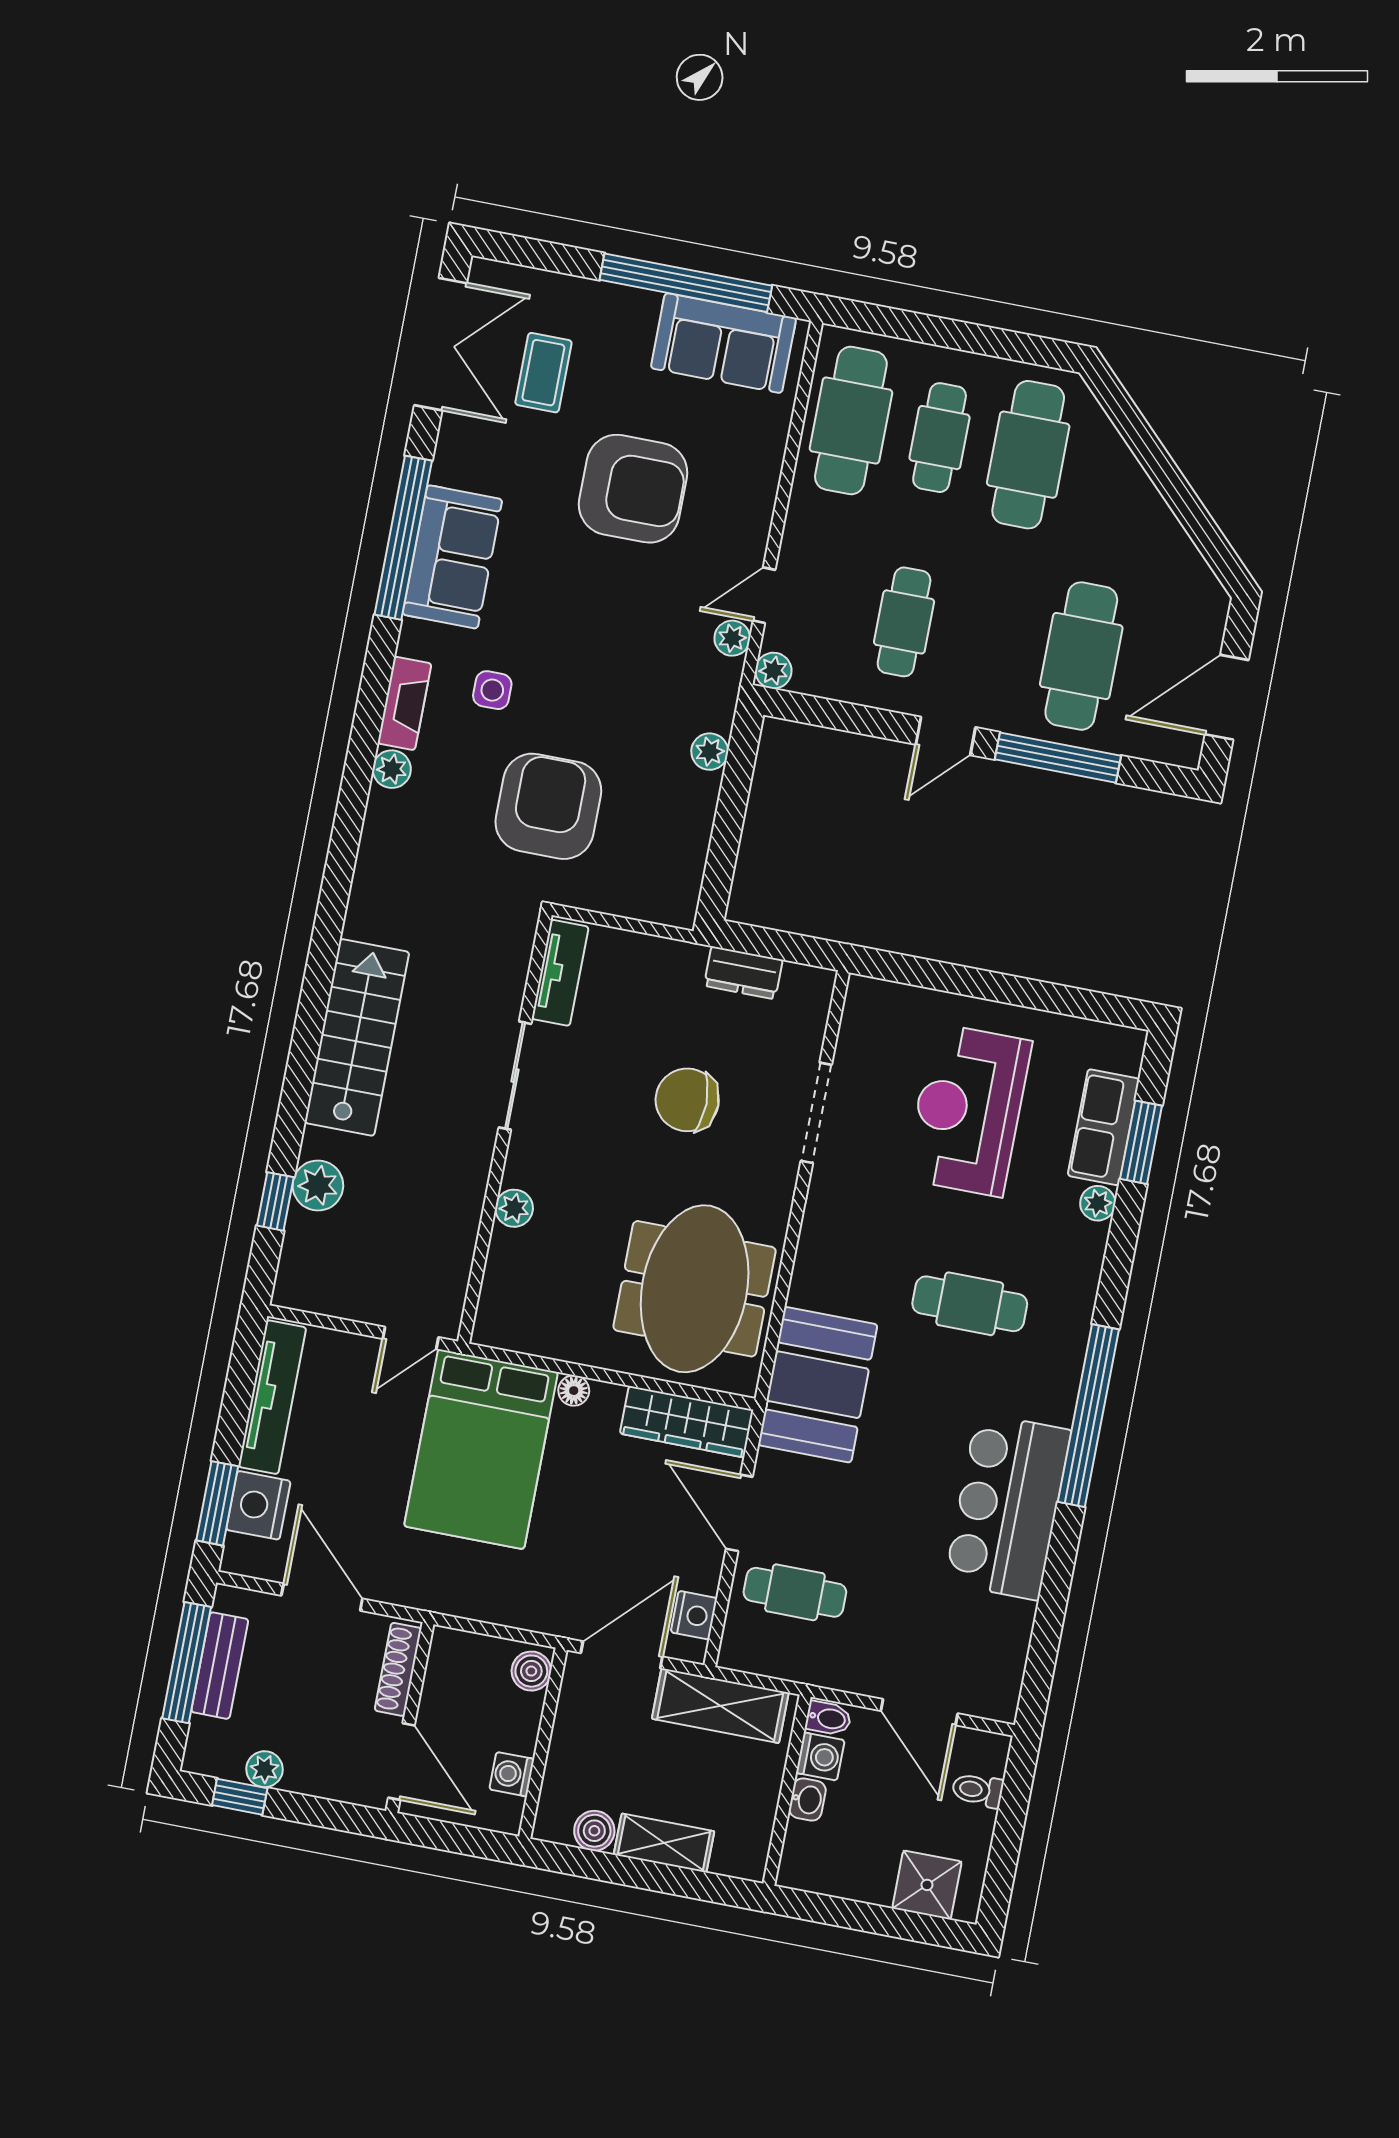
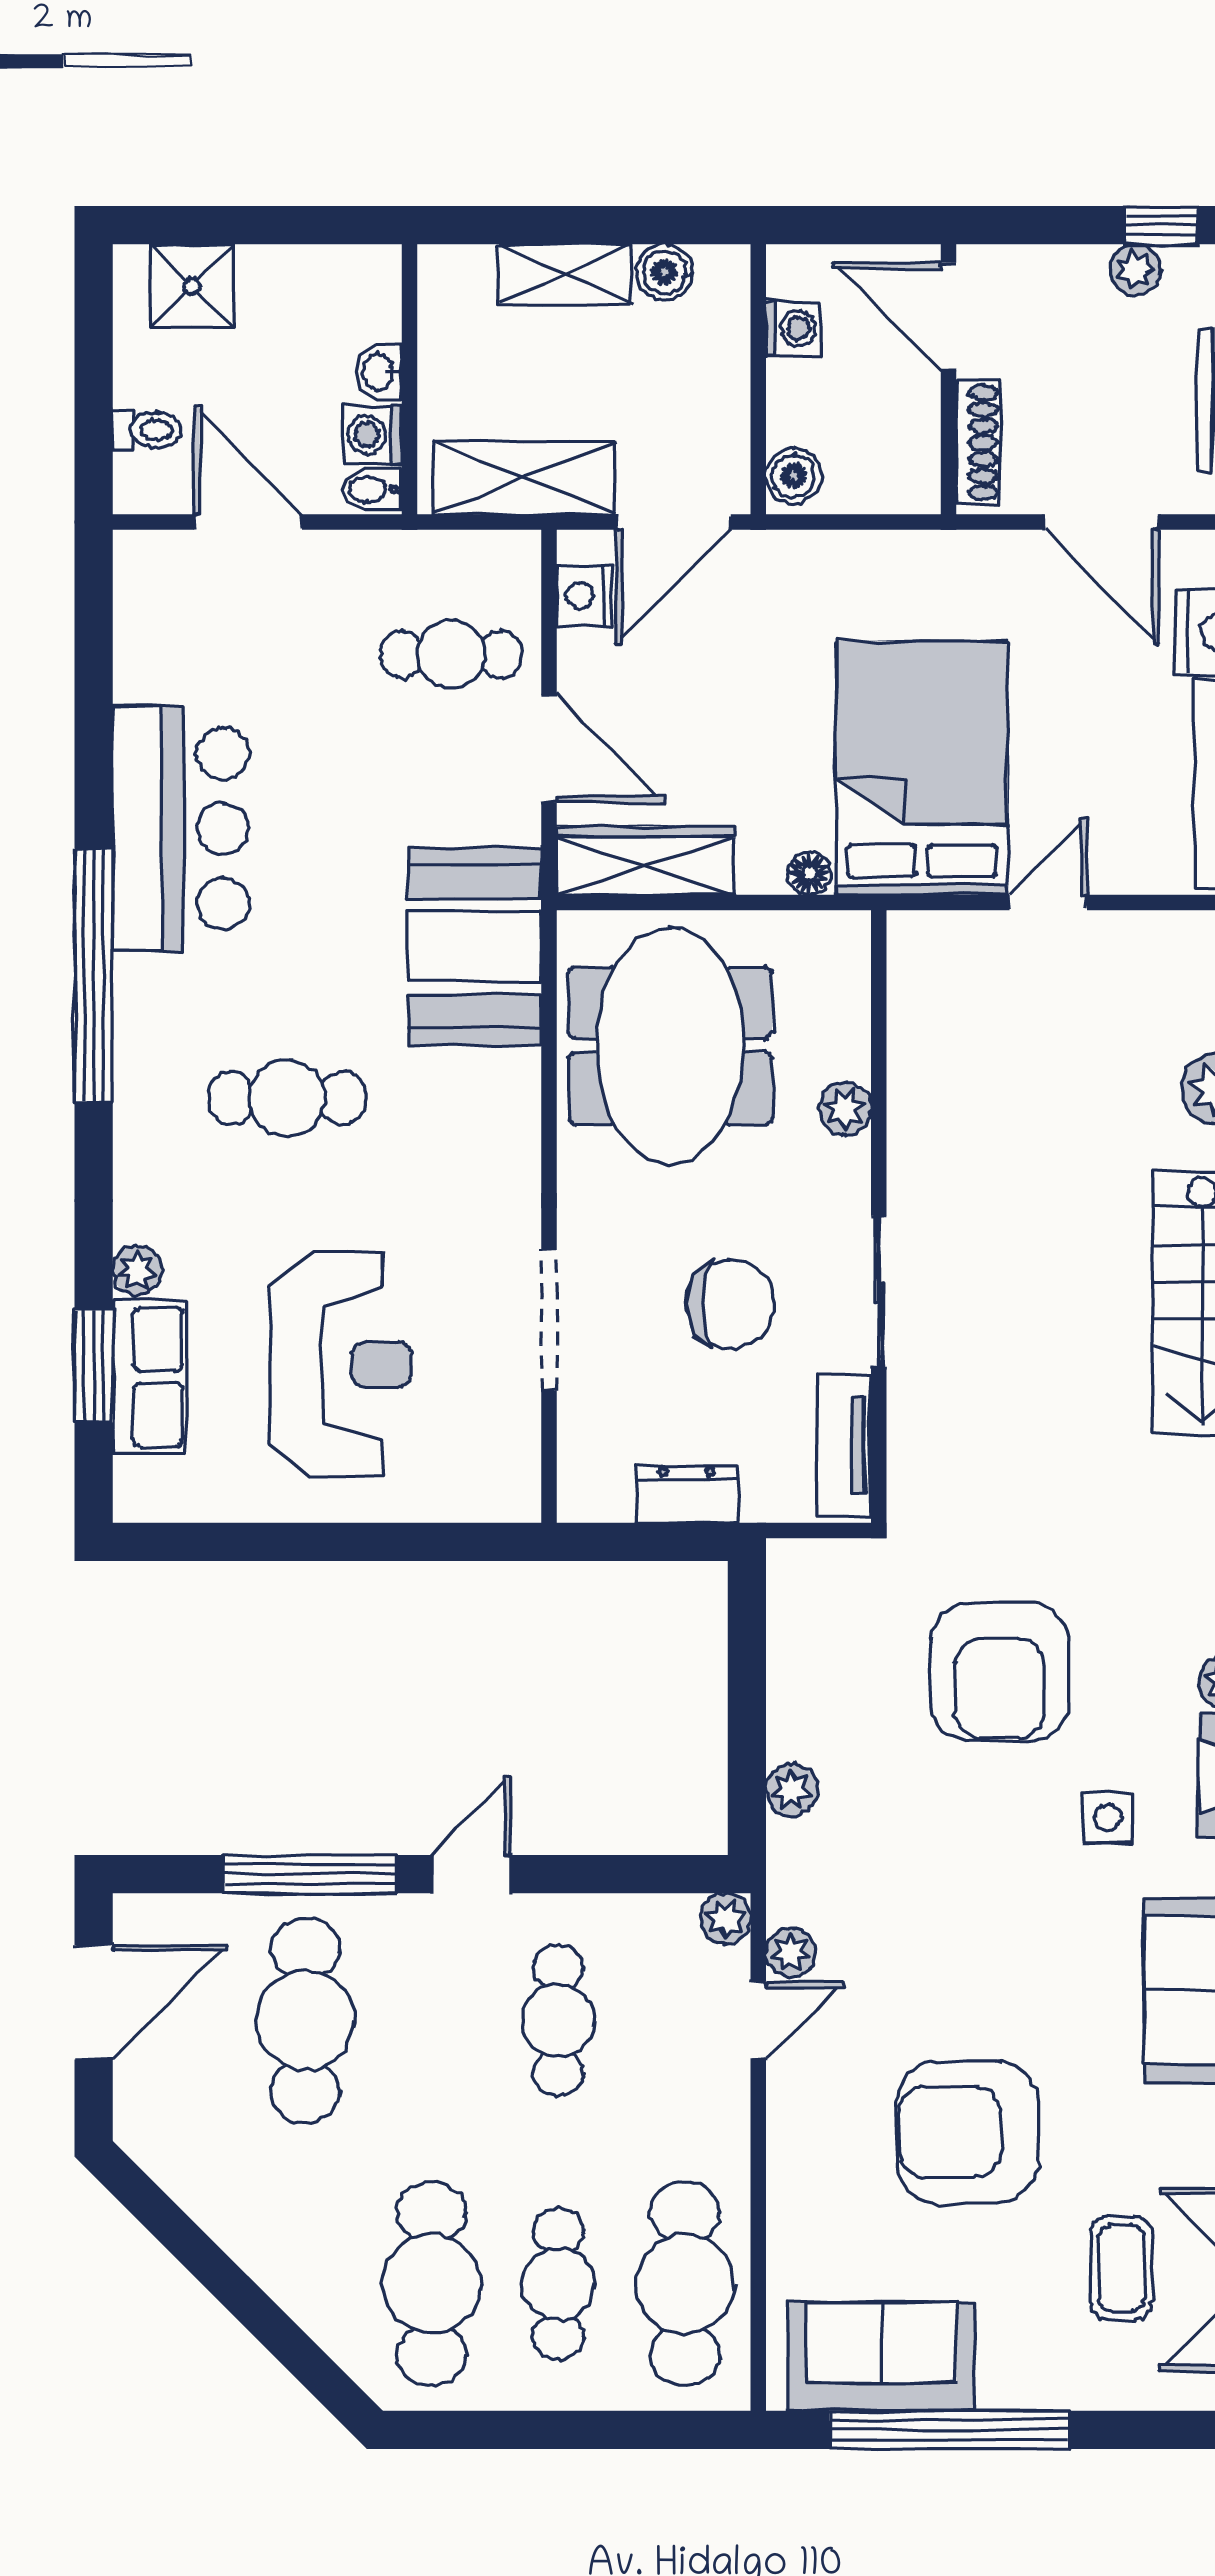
tv unit: (560, 973) -> (844, 1446), moved
sliding door: (515, 1076) -> (879, 1292), moved
wall: (505, 1128) -> (879, 1216), moved
plant: (514, 1208) -> (845, 1109), moved

